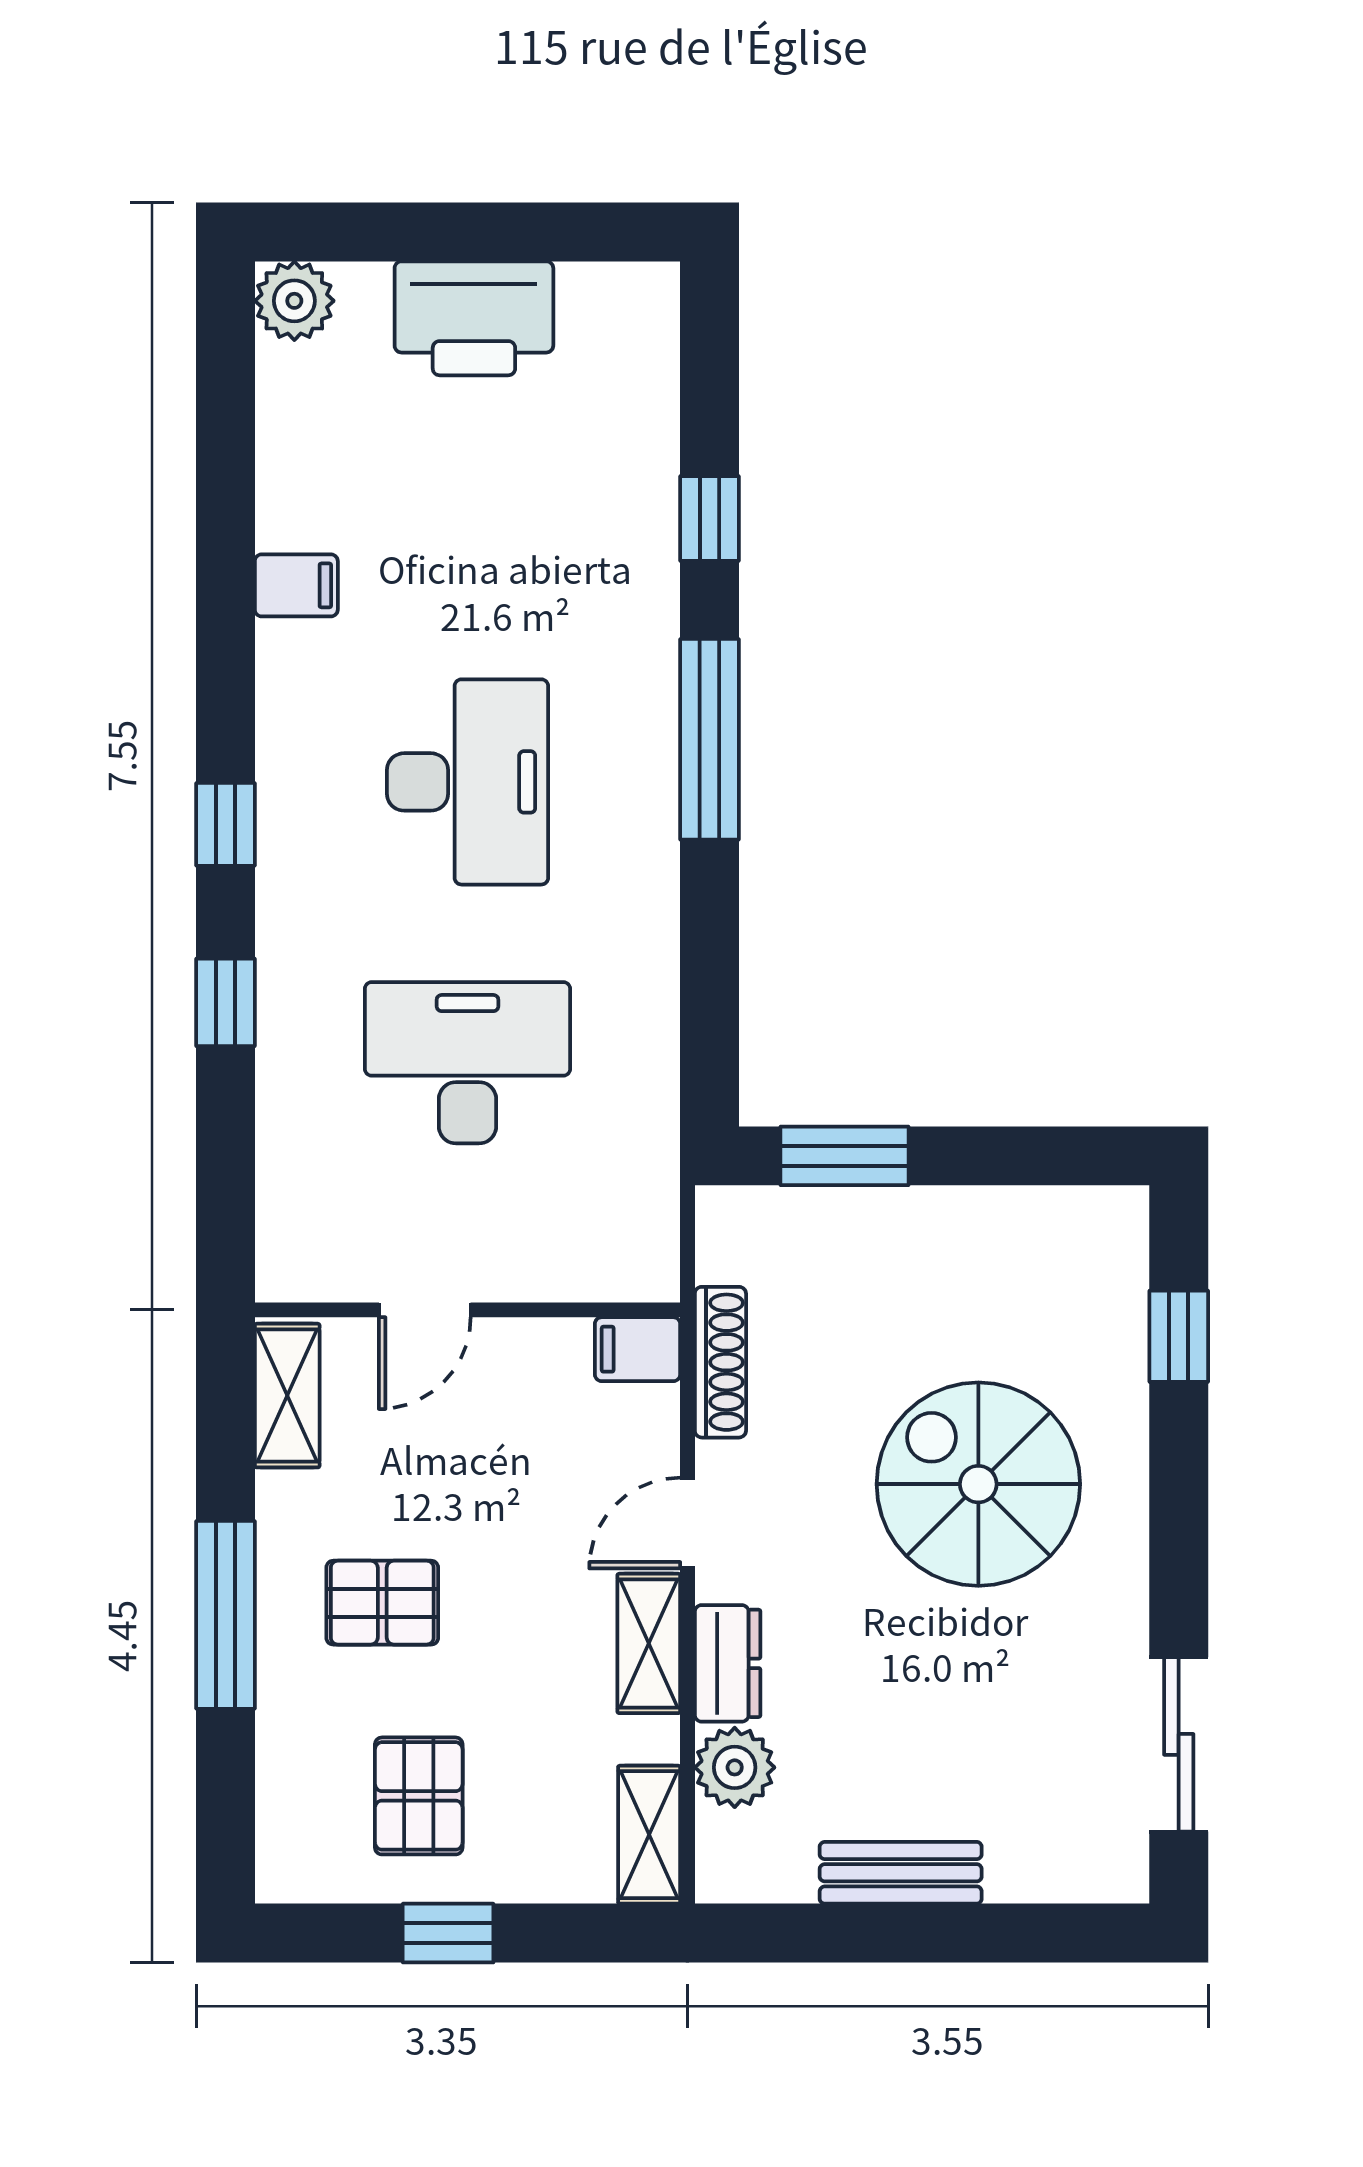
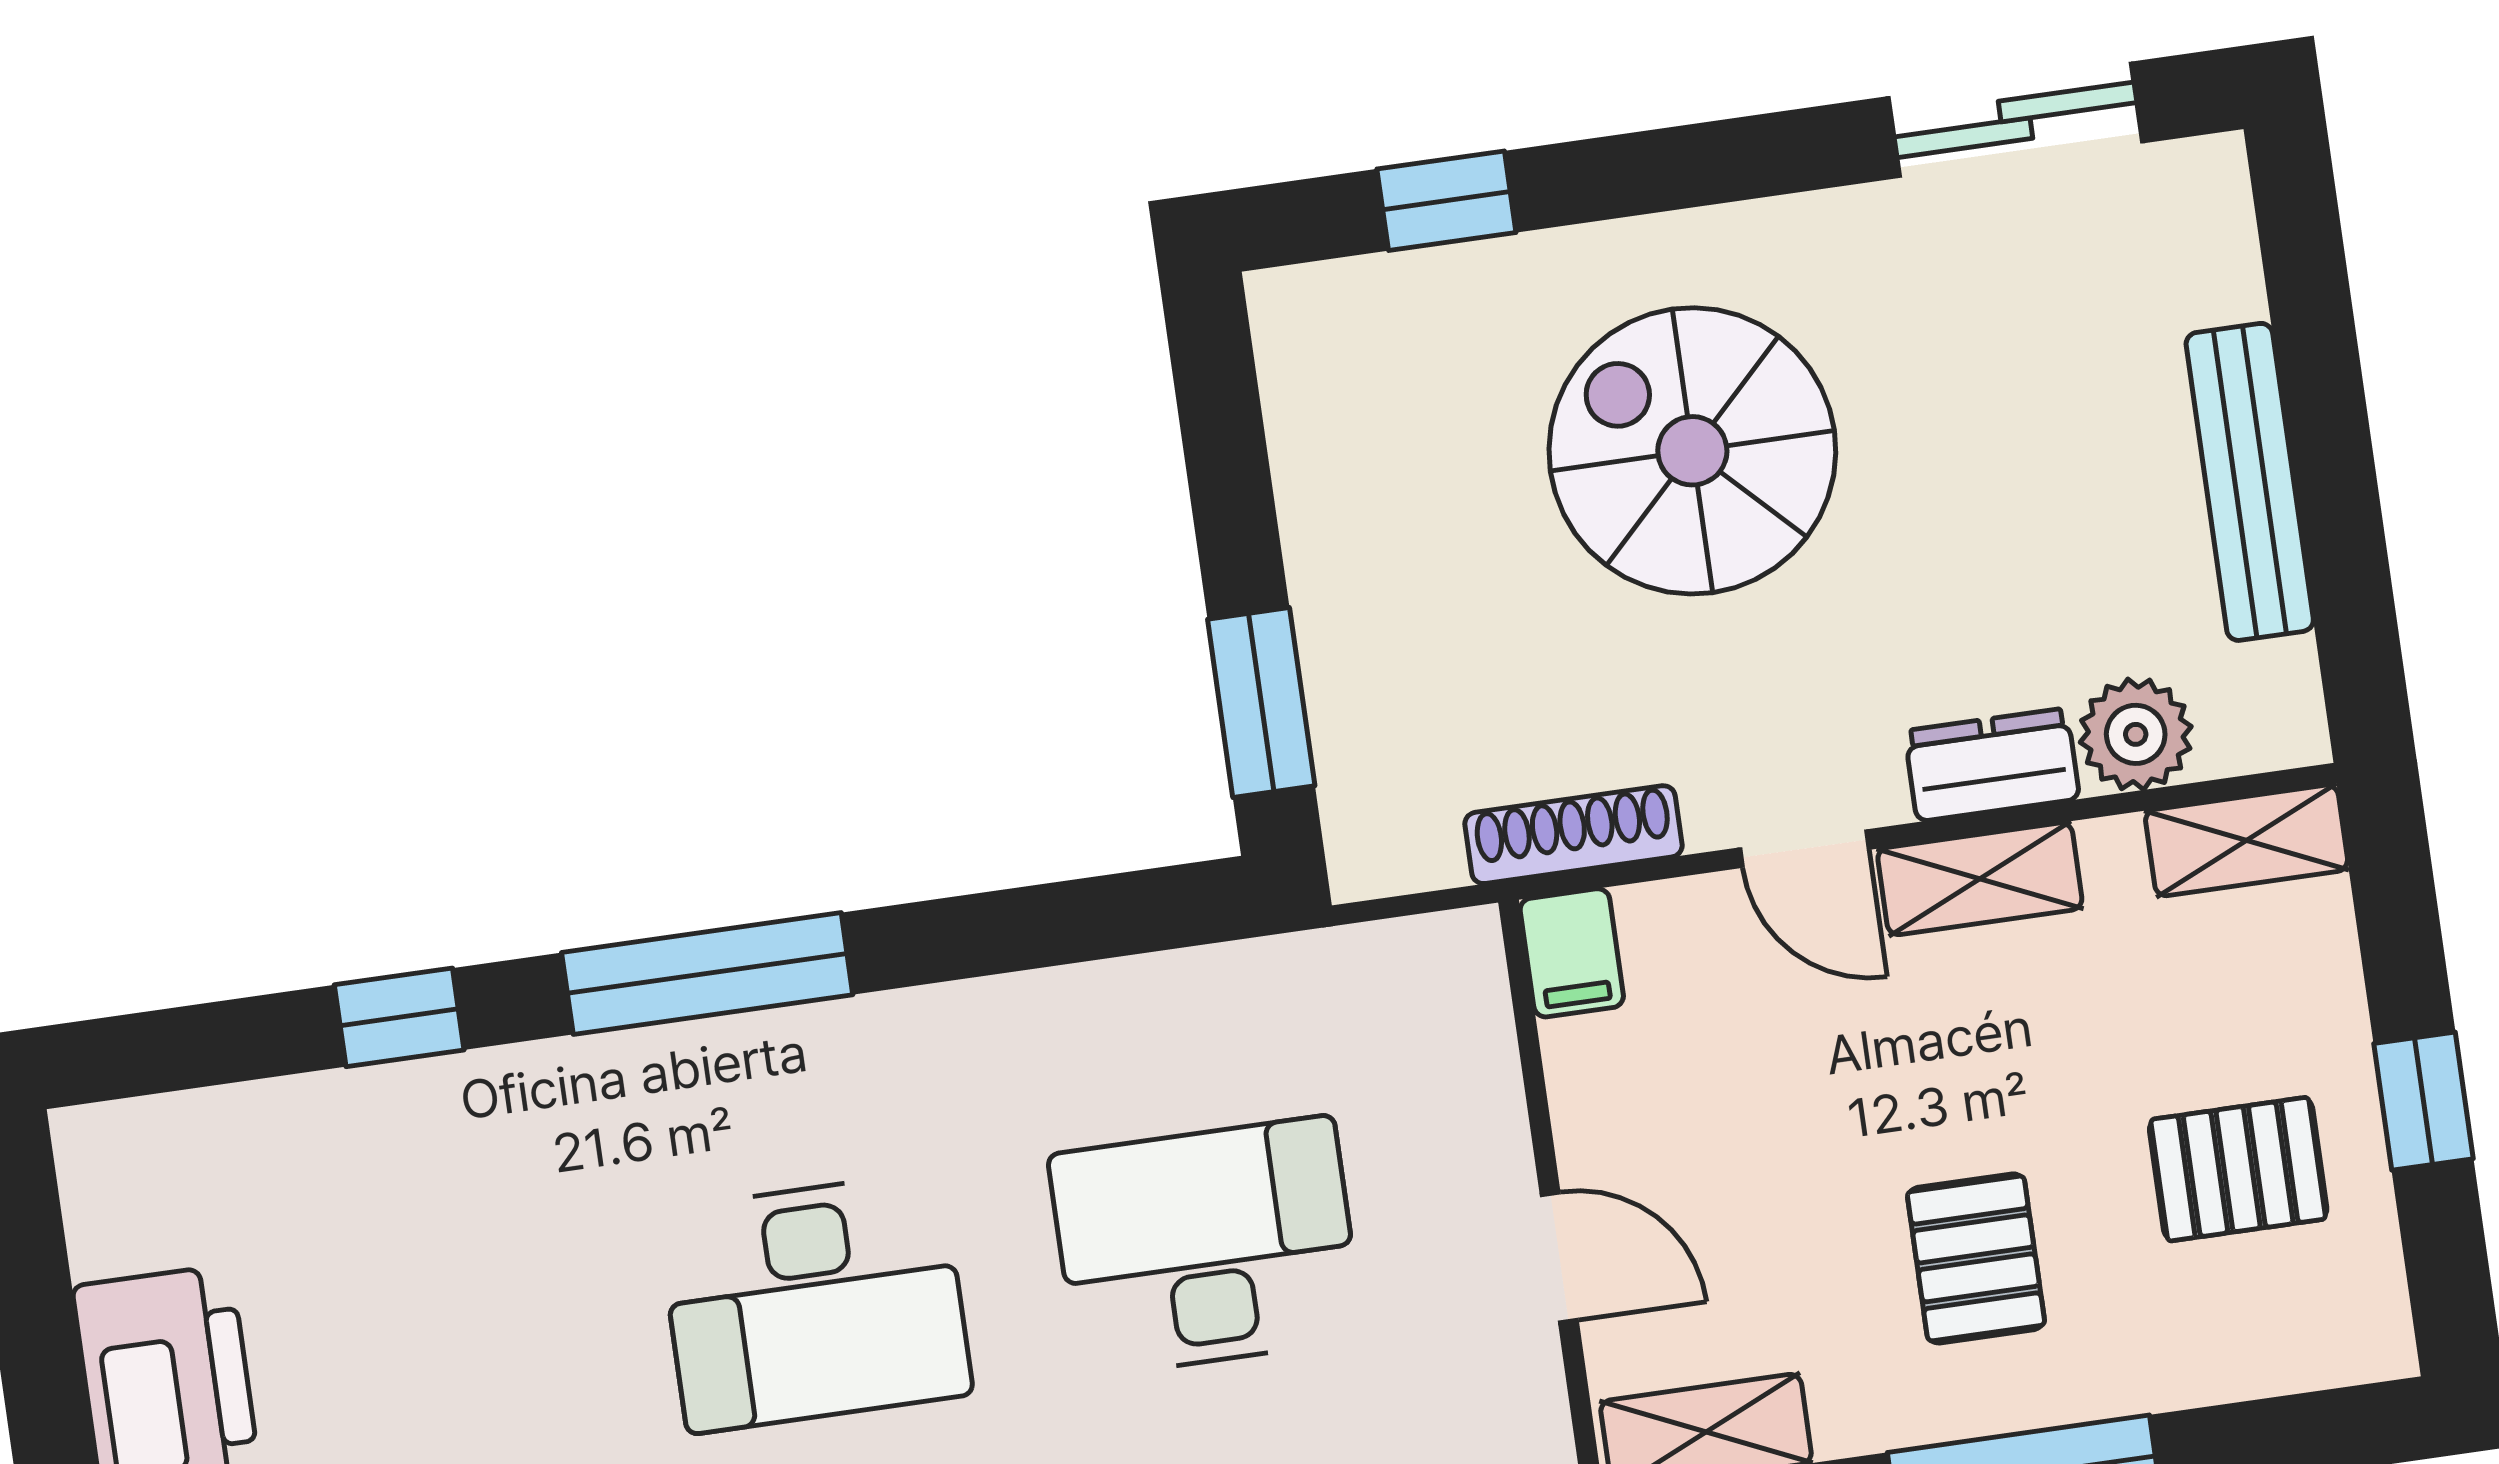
desk: (467, 782) -> (815, 1302), turned 180
desk: (467, 1063) -> (1206, 1247), turned 90
spiral stairs: (978, 1484) -> (1692, 451), turned 90
bench: (901, 1873) -> (2250, 482), width x1.36

